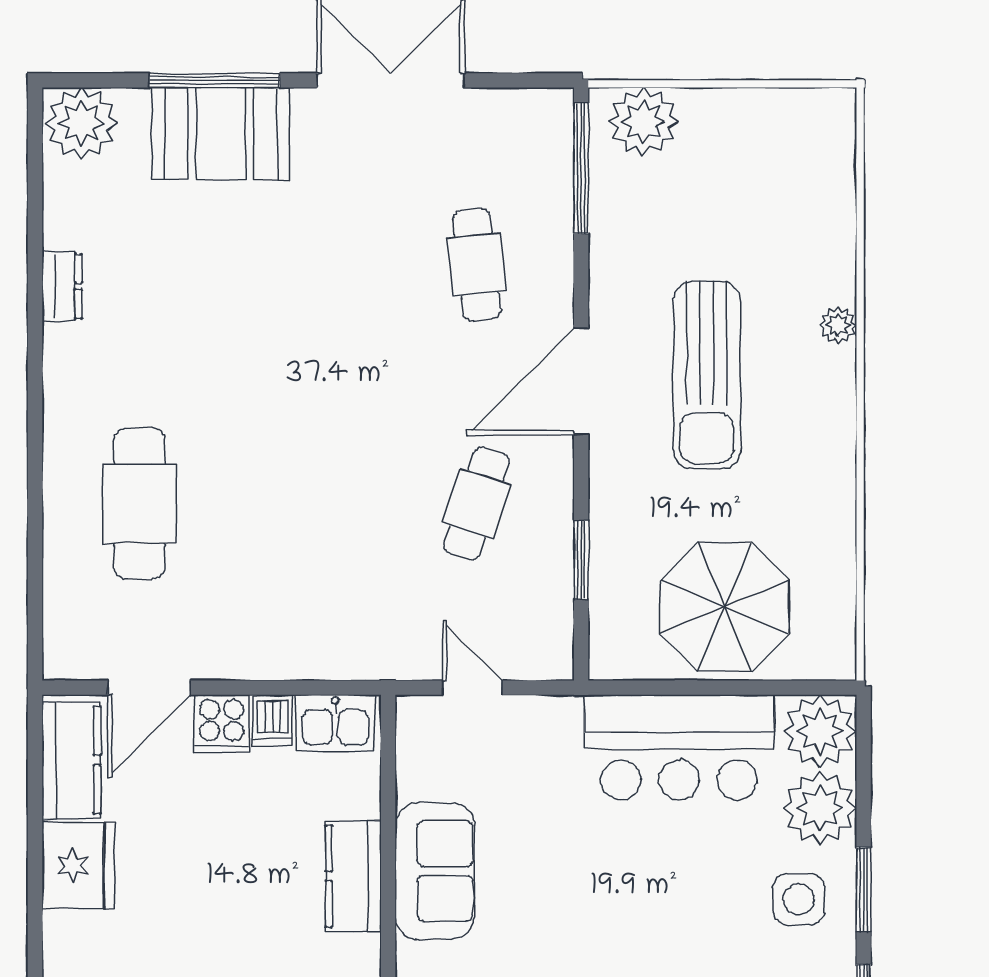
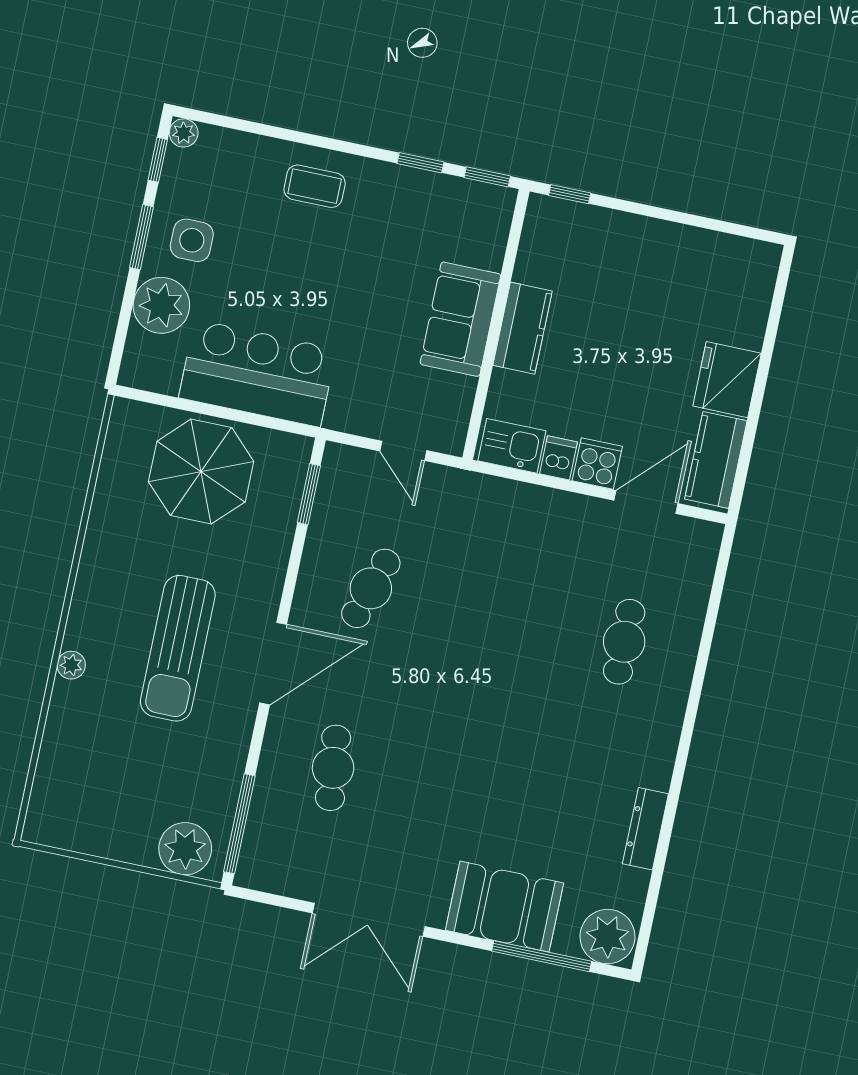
window: (214, 80) -> (542, 956), moved
dresser: (62, 286) -> (645, 829), width x1.44
sun lounger: (707, 375) -> (178, 648), turned 180
cafe table: (139, 504) -> (624, 642), width x0.73, depth x0.74
window: (581, 560) -> (309, 494), moved
plant: (820, 731) -> (149, 363), removed

